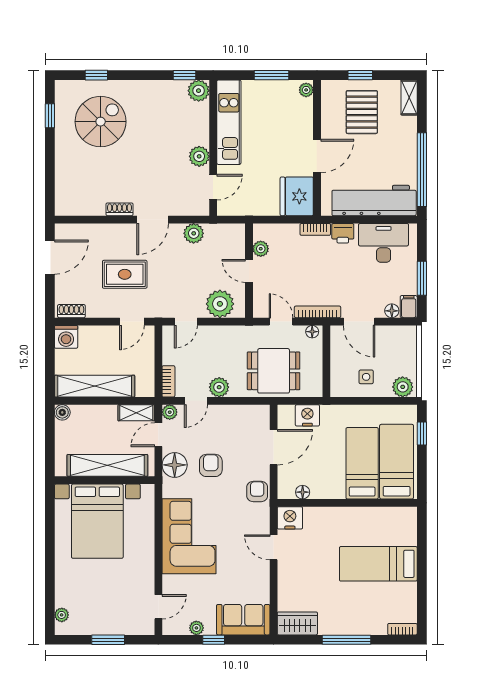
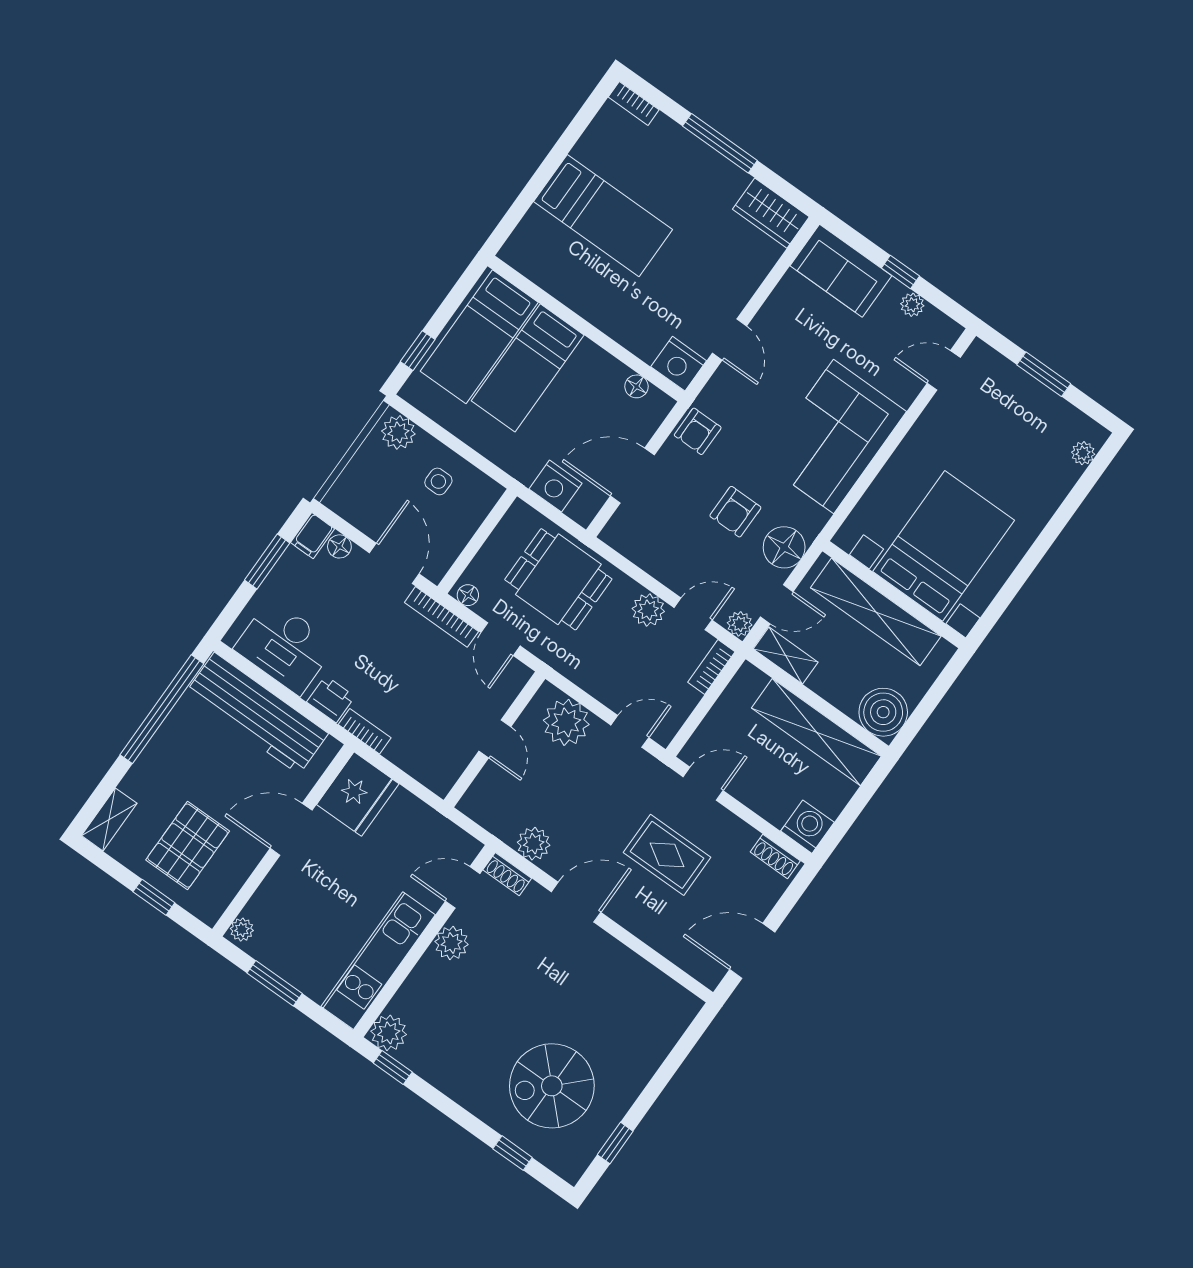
shoe rack: (120, 209) -> (507, 874), moved
plant: (261, 249) -> (457, 758), removed
boiler: (62, 412) -> (883, 712), width x1.86, depth x1.86

